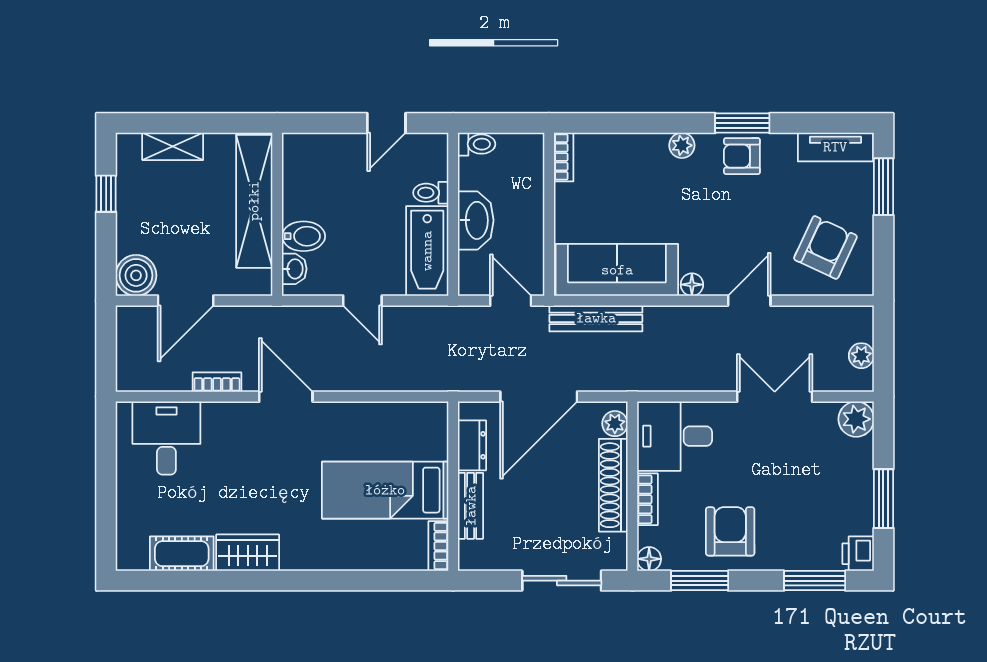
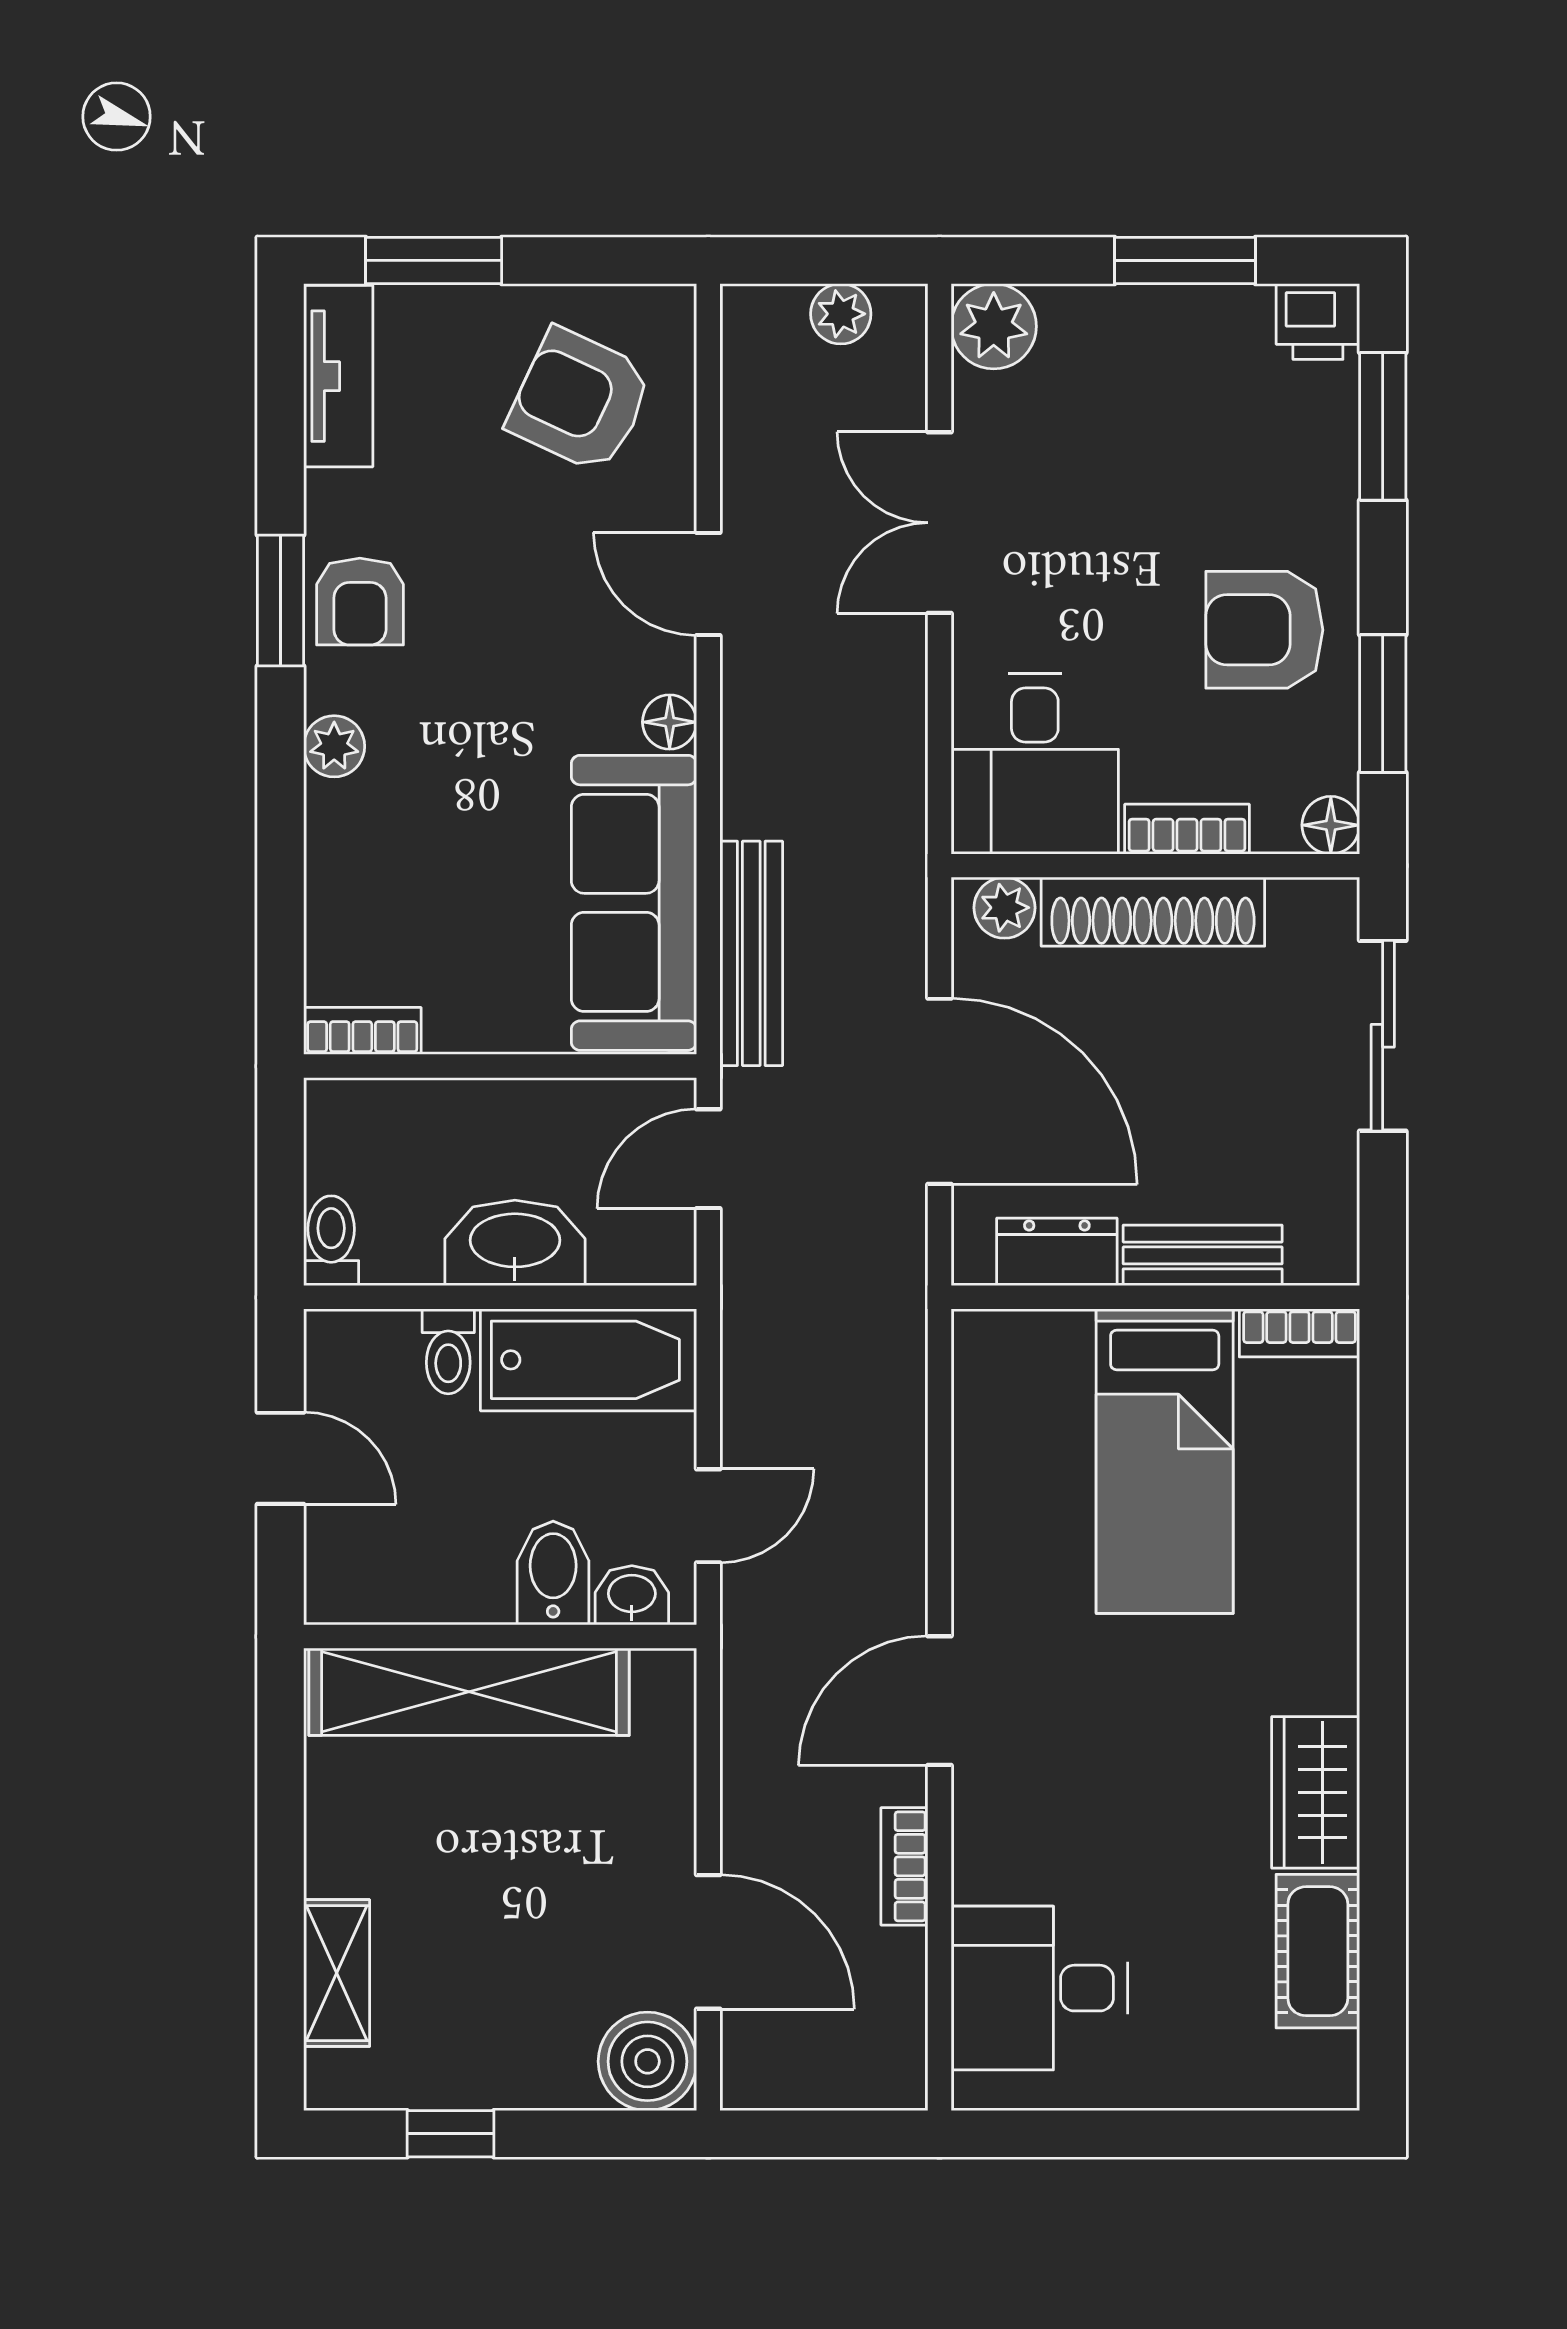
shelving: (254, 201) -> (469, 1692), moved
wall: (277, 214) -> (500, 1636), moved
bidet: (304, 236) -> (553, 1573), moved
washbasin: (294, 269) -> (632, 1595), moved

